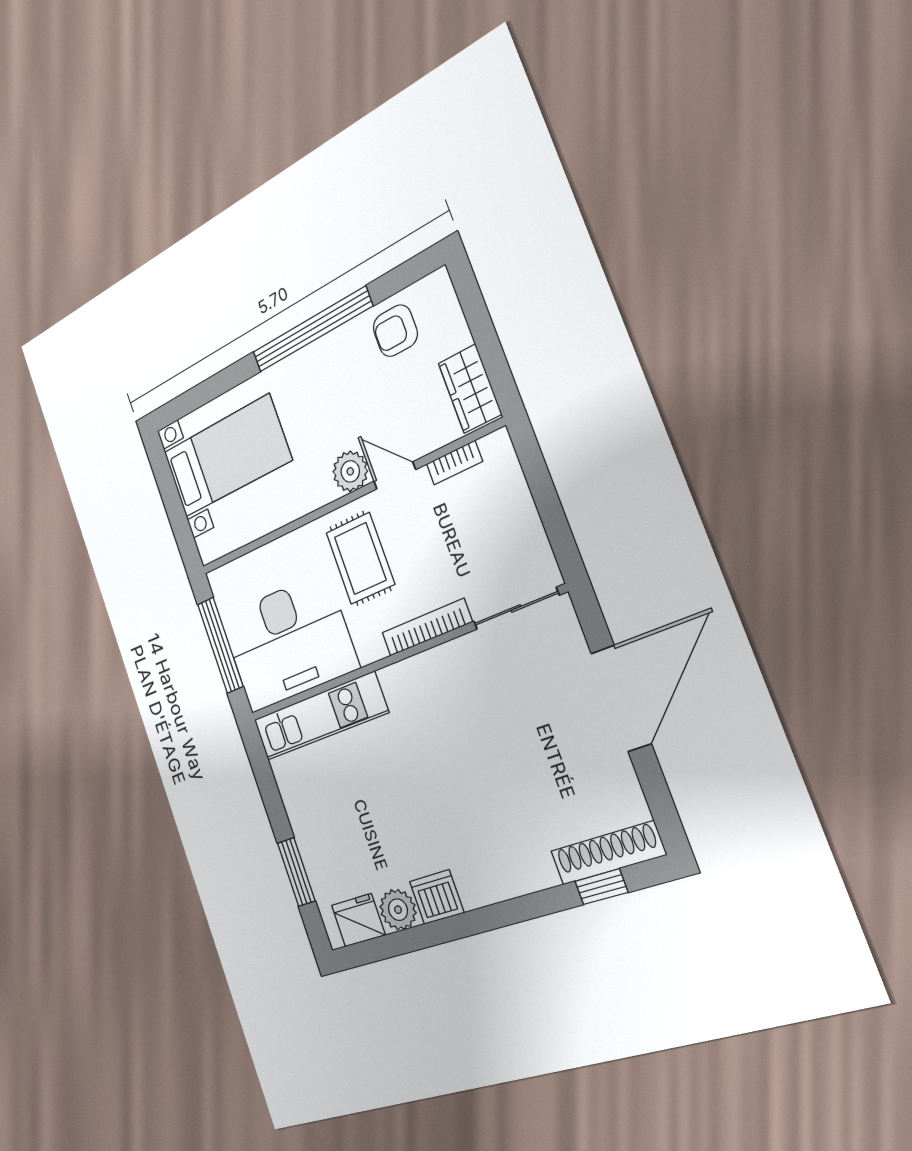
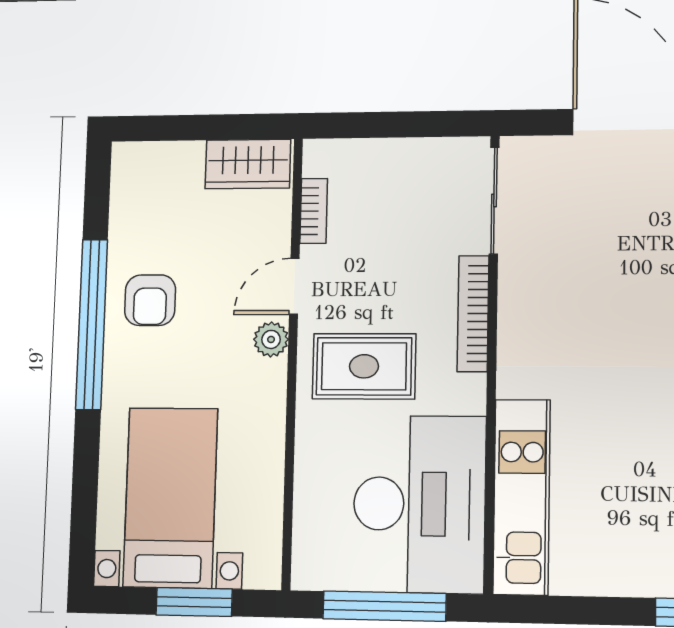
armchair: (395, 331) -> (150, 300), moved
plant: (350, 471) -> (271, 339), width x0.73, depth x0.73
window: (174, 508) -> (194, 602), added

